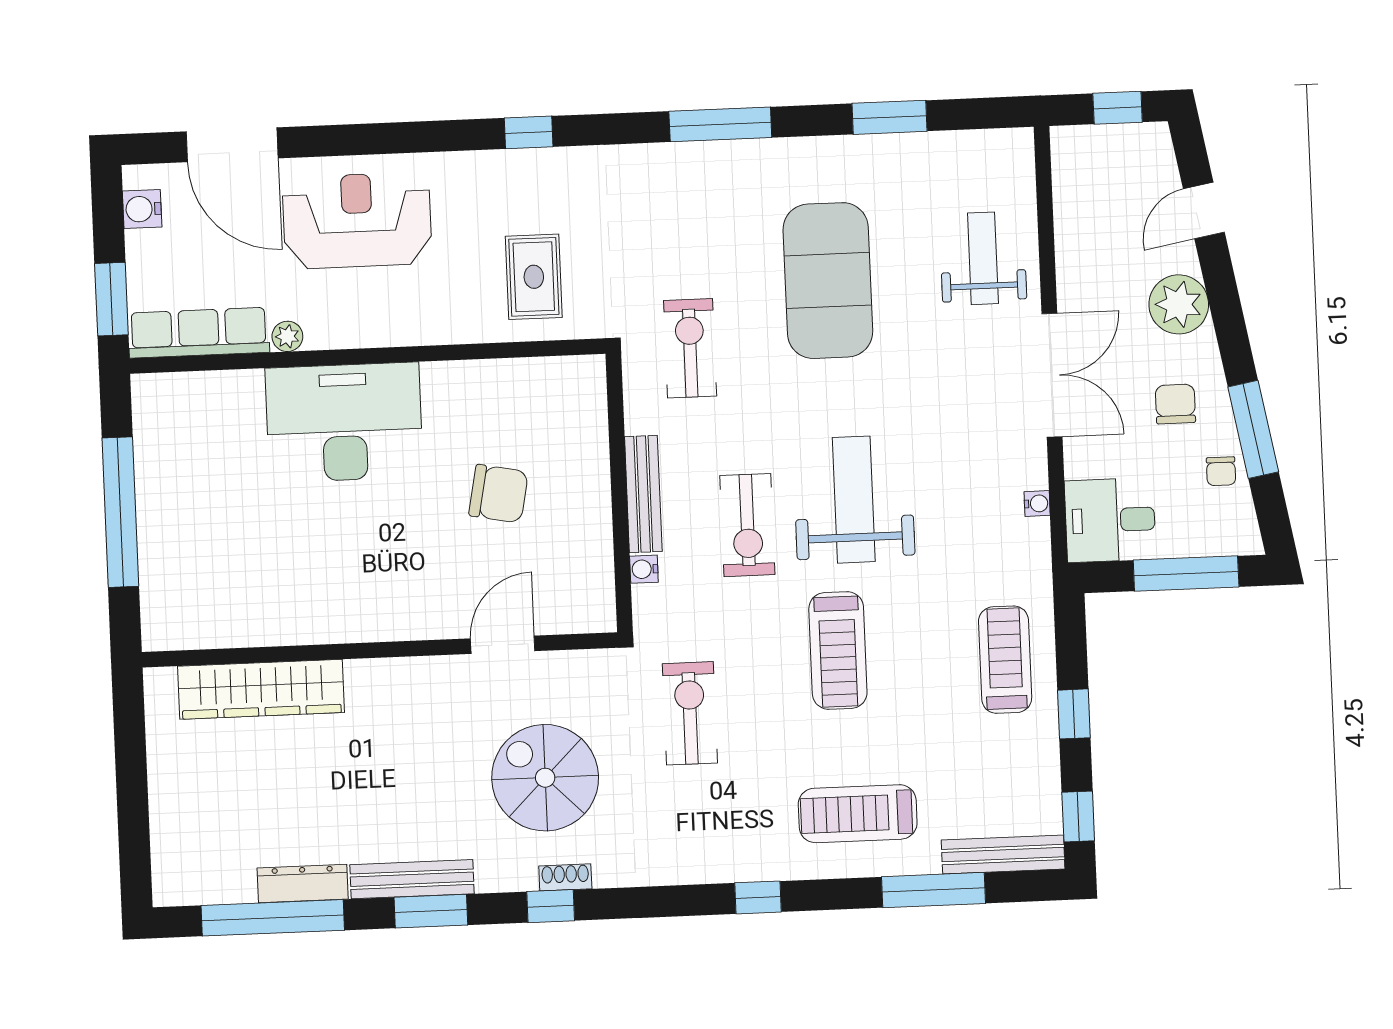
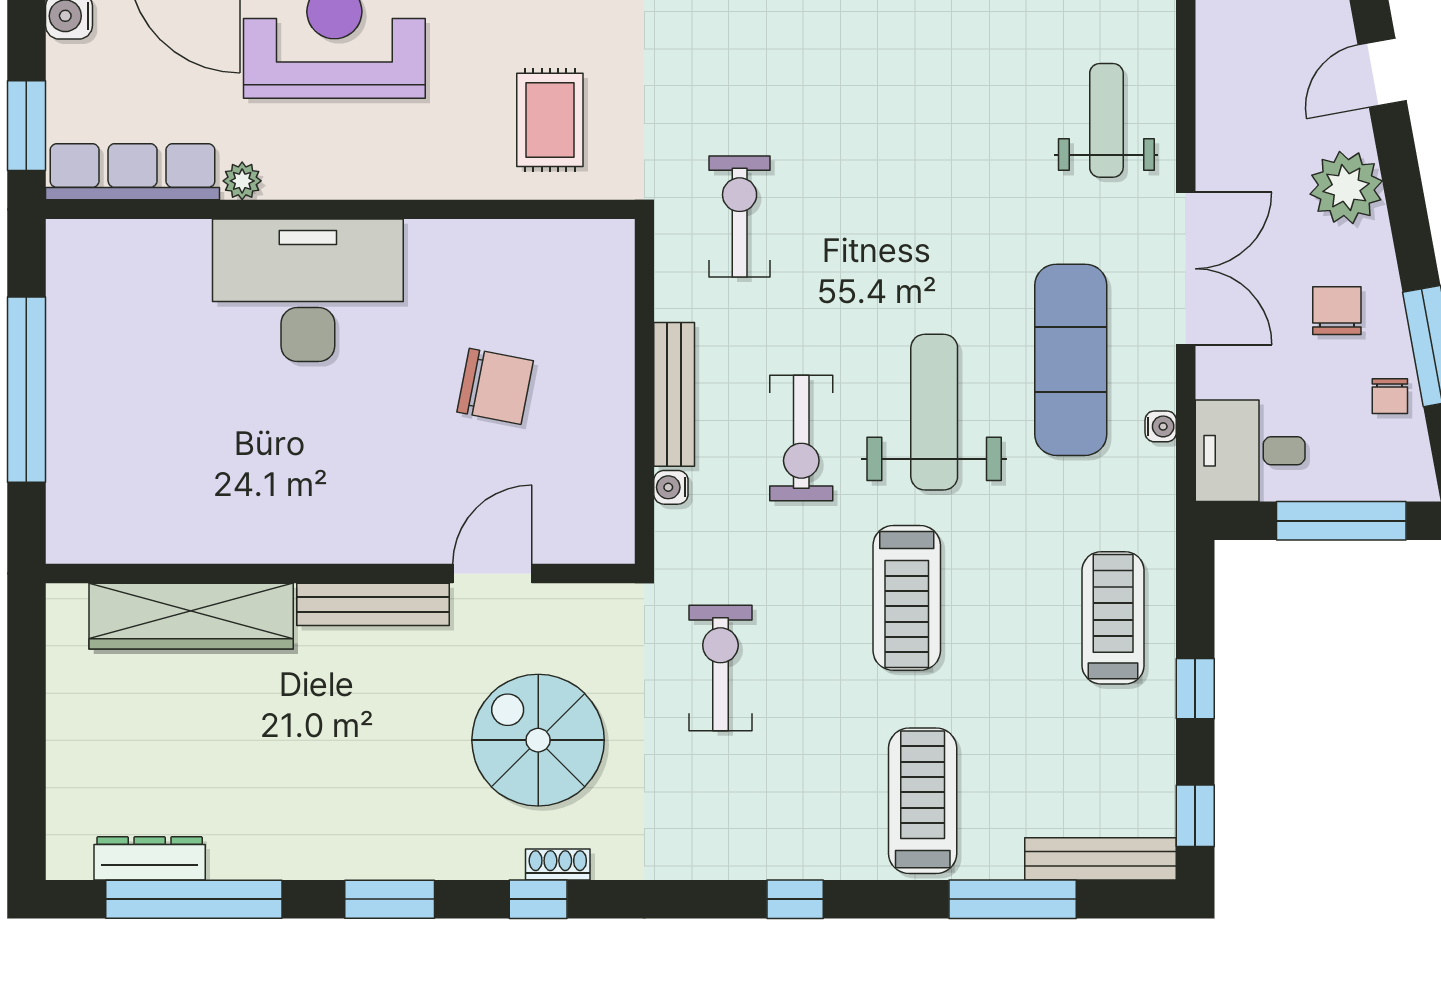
exercise mat: (828, 281) -> (1071, 360), moved, width x0.68
treadmill: (858, 814) -> (923, 801), turned 90
bench: (412, 879) -> (373, 604), moved
dresser: (303, 883) -> (150, 858), moved

